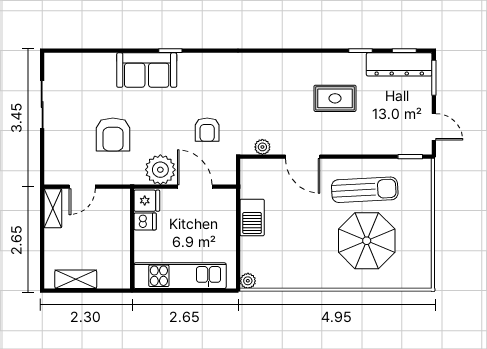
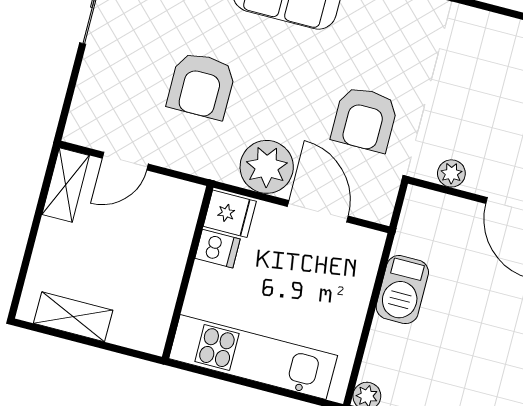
armchair: (207, 130) -> (365, 119), width x1.38, depth x1.38

